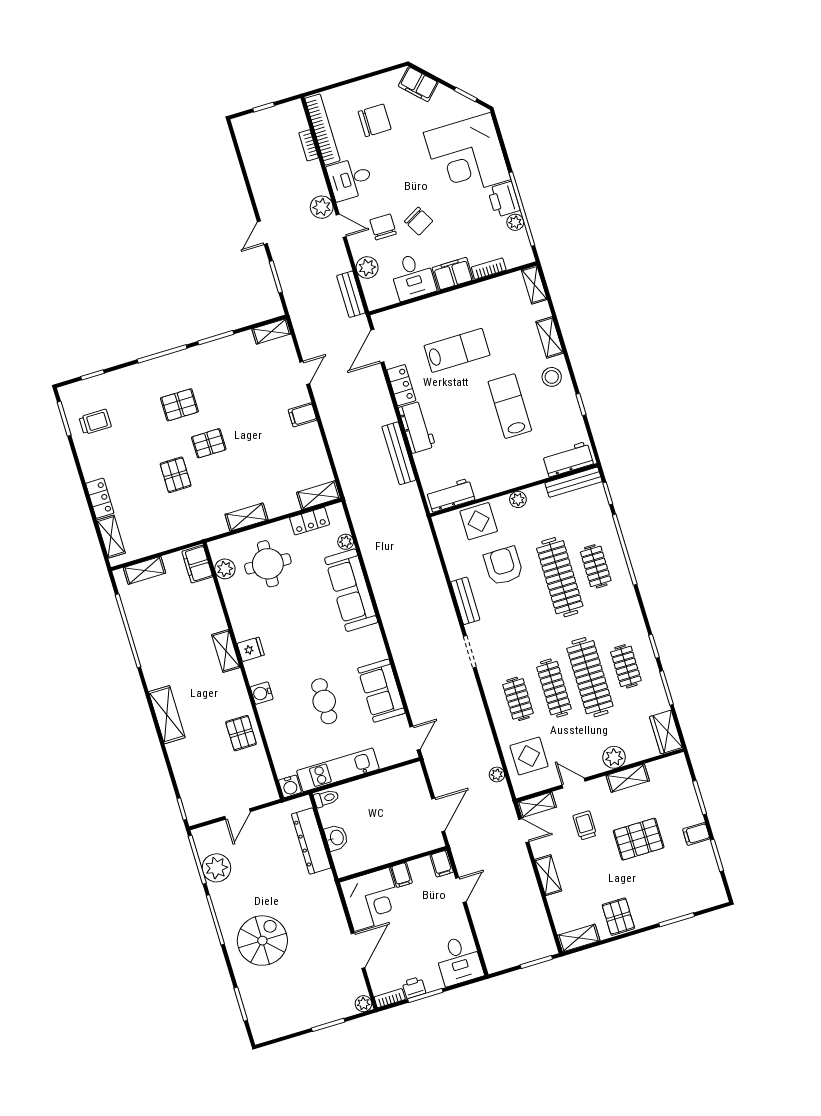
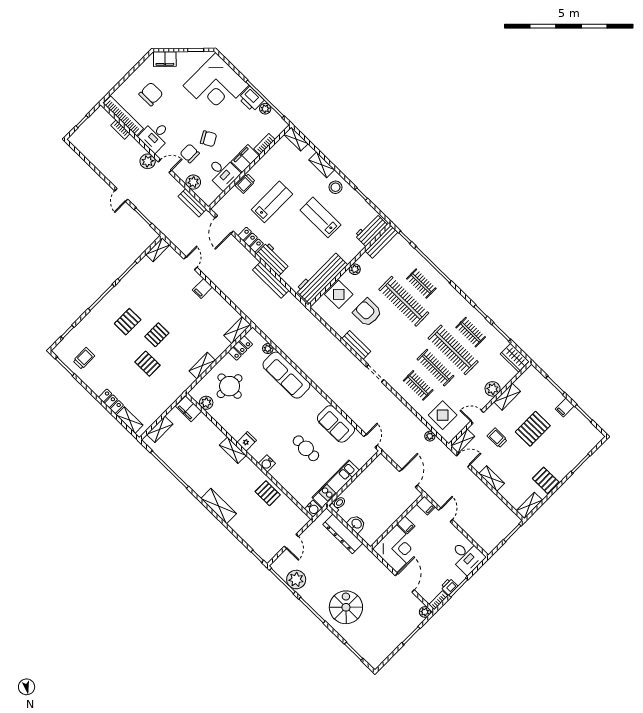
trolley: (435, 307) -> (245, 184), added
workbench: (451, 495) -> (321, 277), width x1.88, depth x1.32

